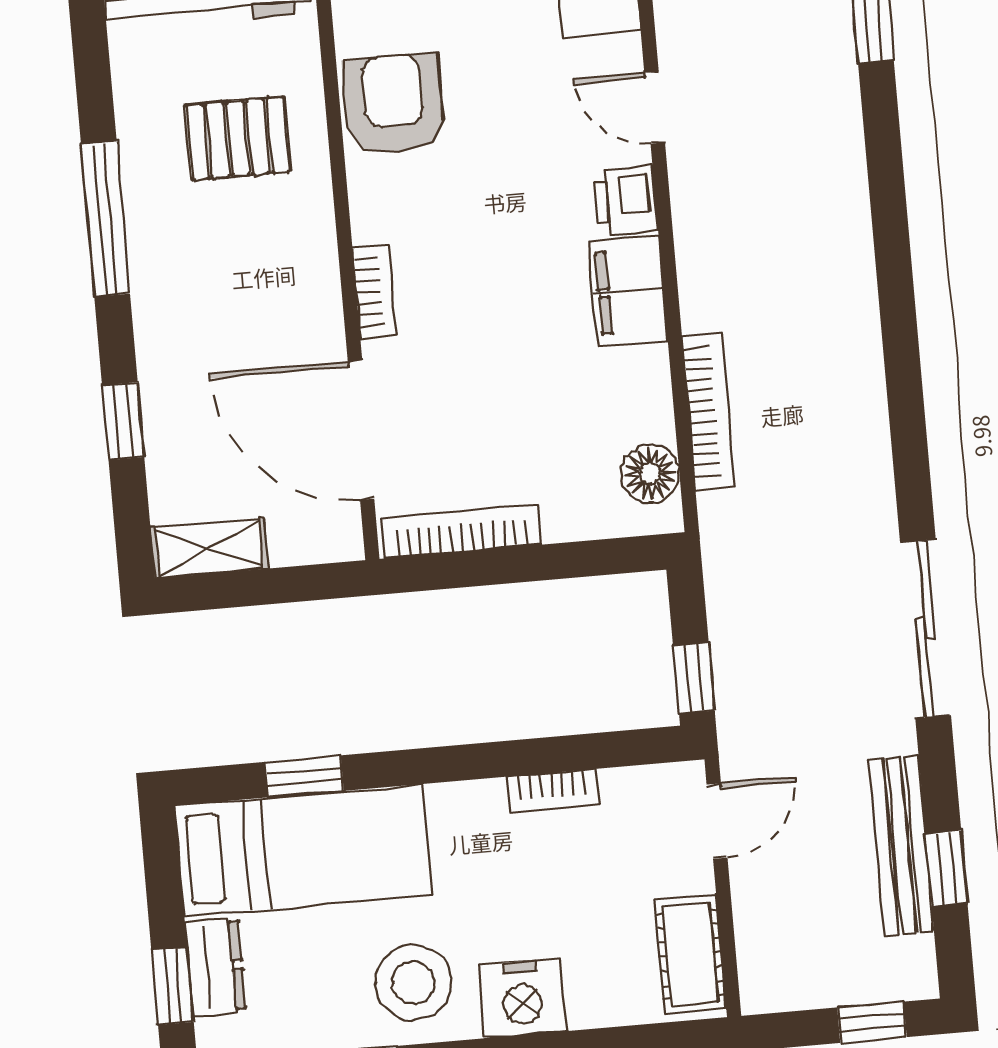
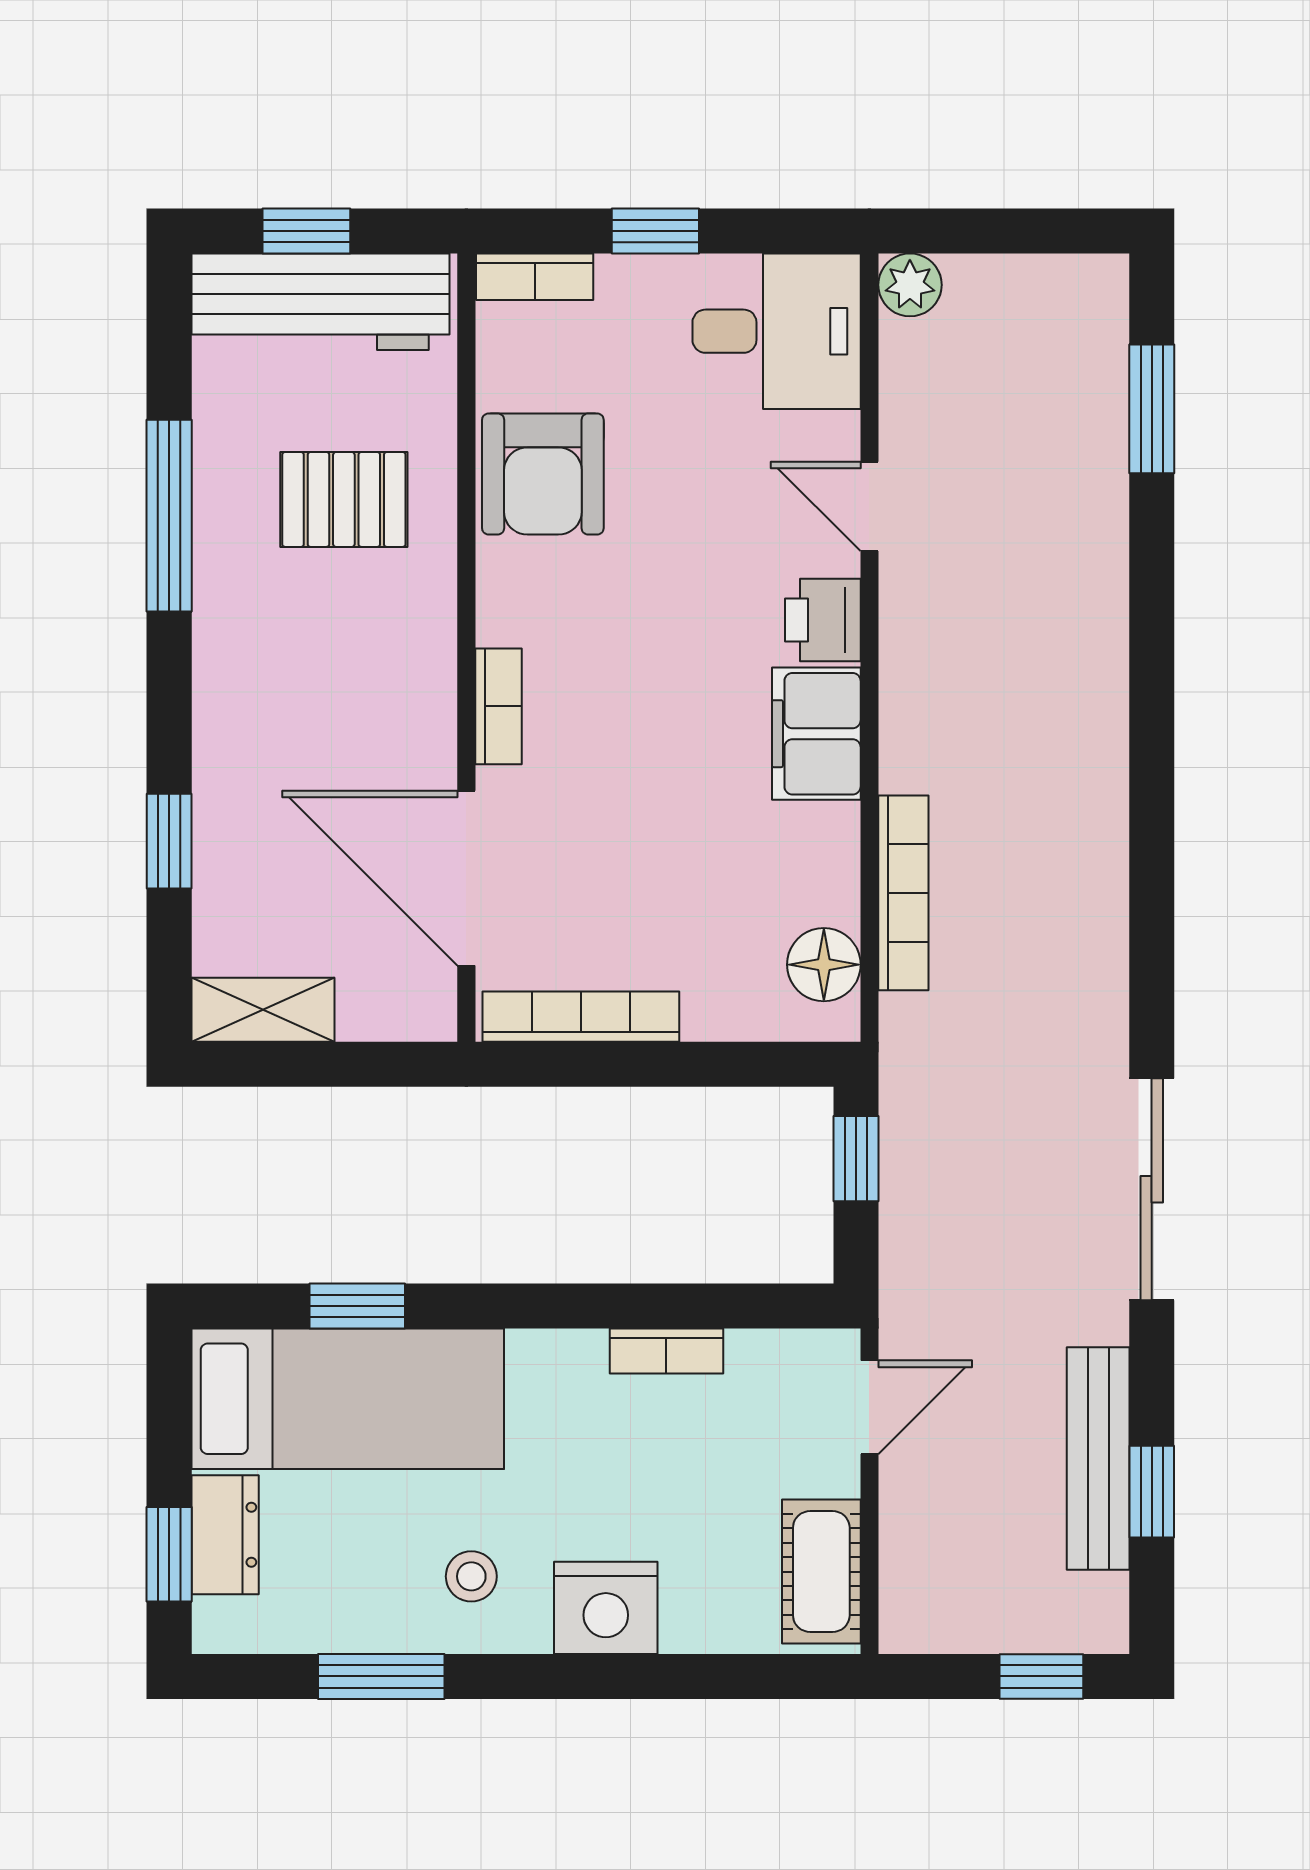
armchair: (394, 104) -> (543, 474), turned 180
window: (105, 219) -> (169, 516), moved
window: (694, 678) -> (856, 1159), moved
stool: (413, 983) -> (471, 1576), width x0.53, depth x0.53

